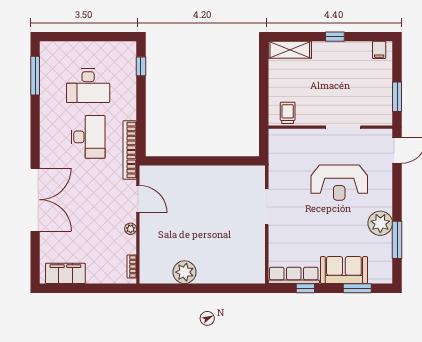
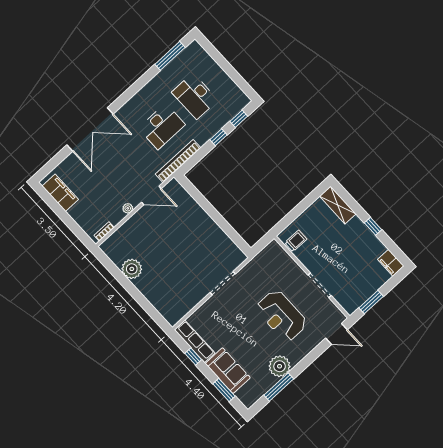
filing cabinet: (379, 50) -> (391, 263), width x2.00
window: (141, 98) -> (219, 137), added
door: (138, 199) -> (151, 195), hinge flipped

